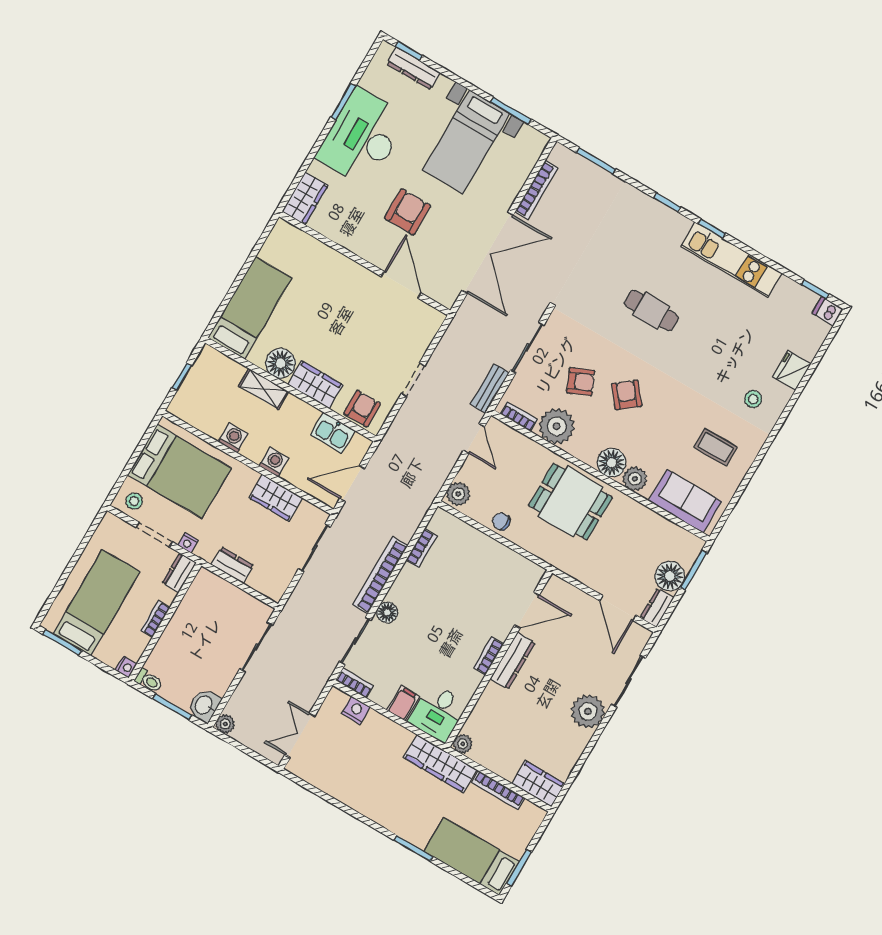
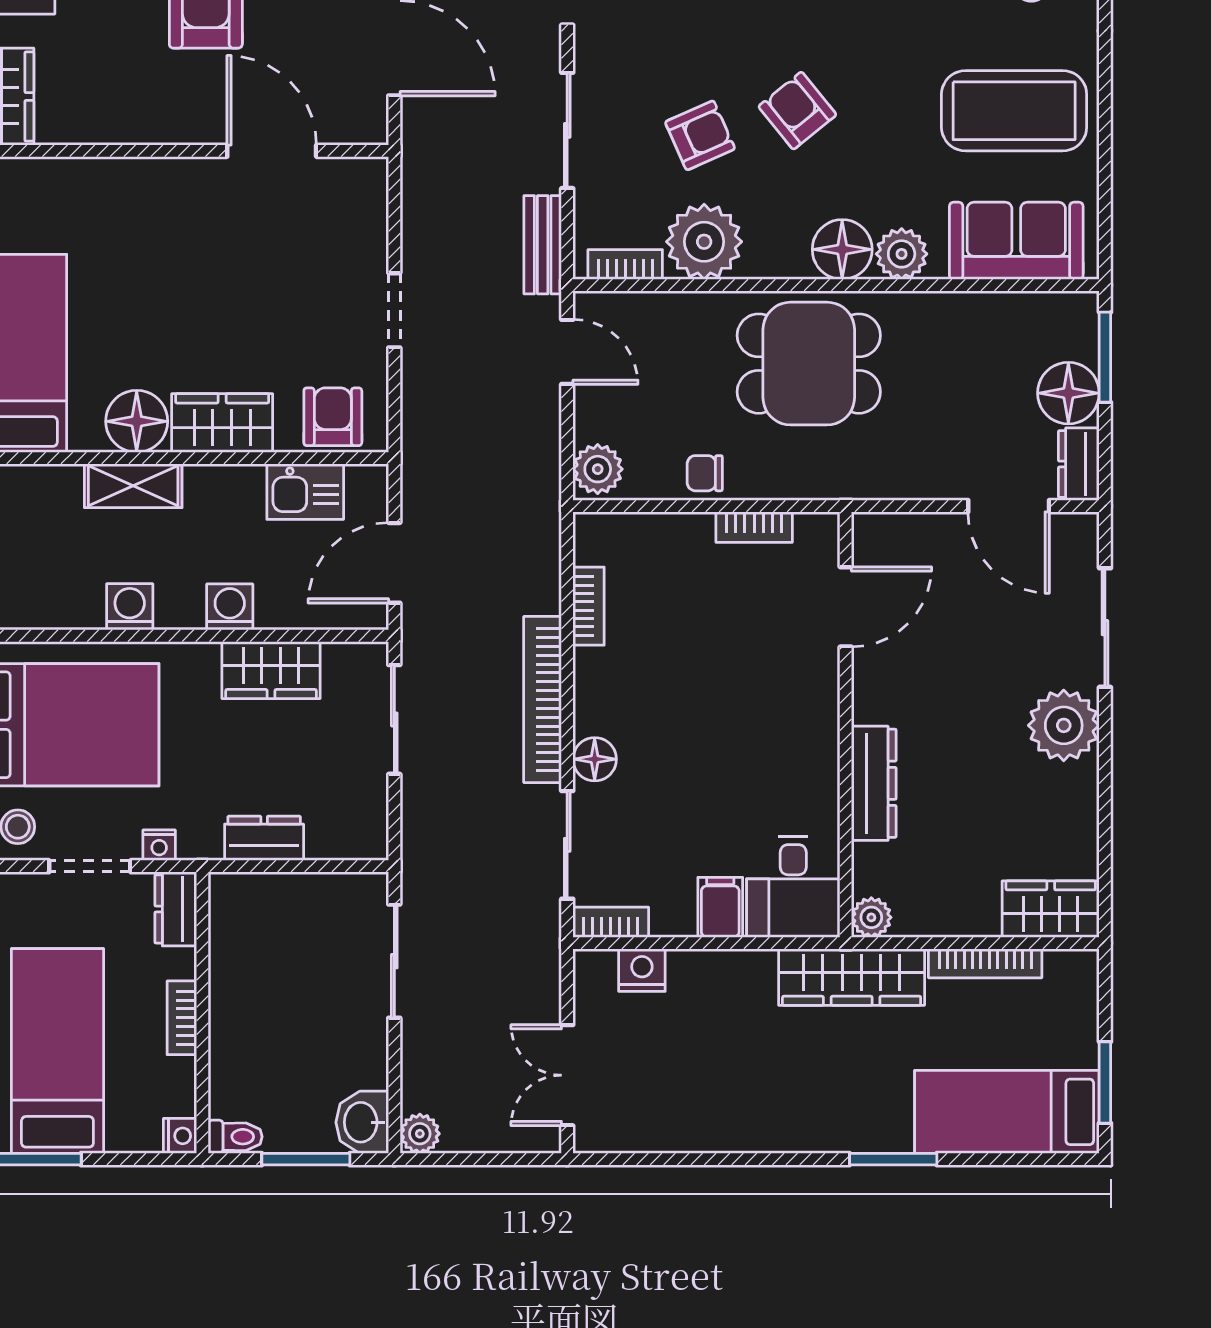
coffee table: (715, 447) -> (1014, 111), width x1.86, depth x1.72
bookcase: (489, 656) -> (754, 527), moved, turned -90
dresser: (513, 661) -> (874, 783), moved

